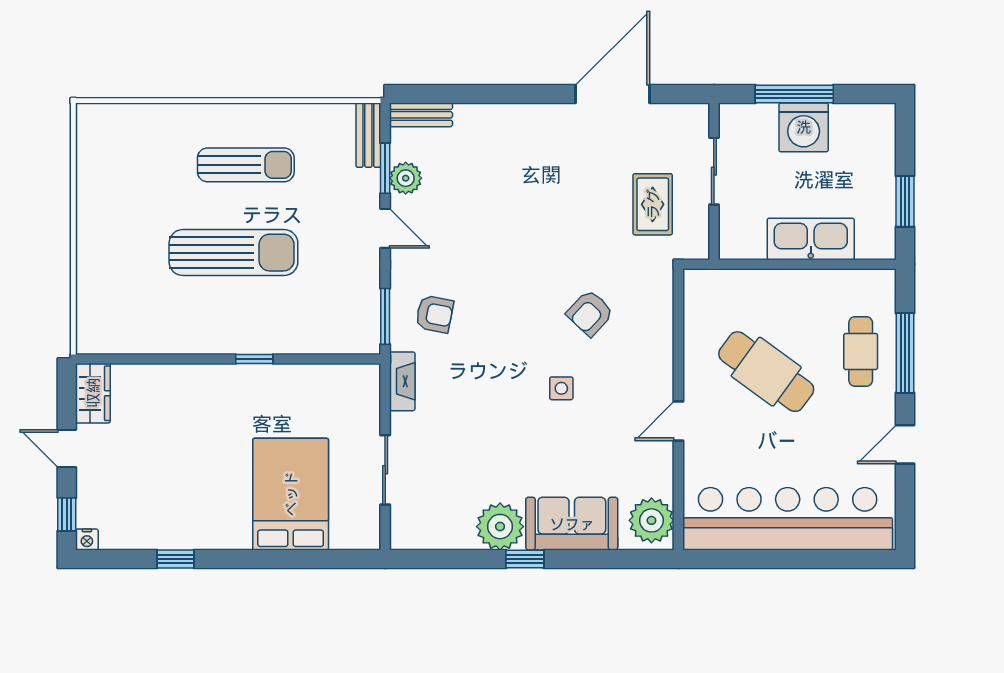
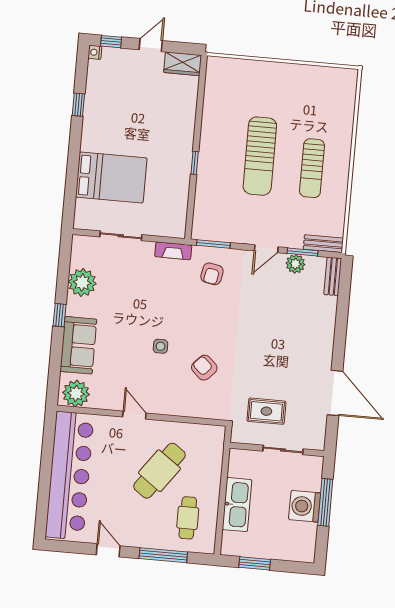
cafe table: (861, 351) -> (188, 518), moved, turned 90
plant: (500, 527) -> (82, 283), moved

